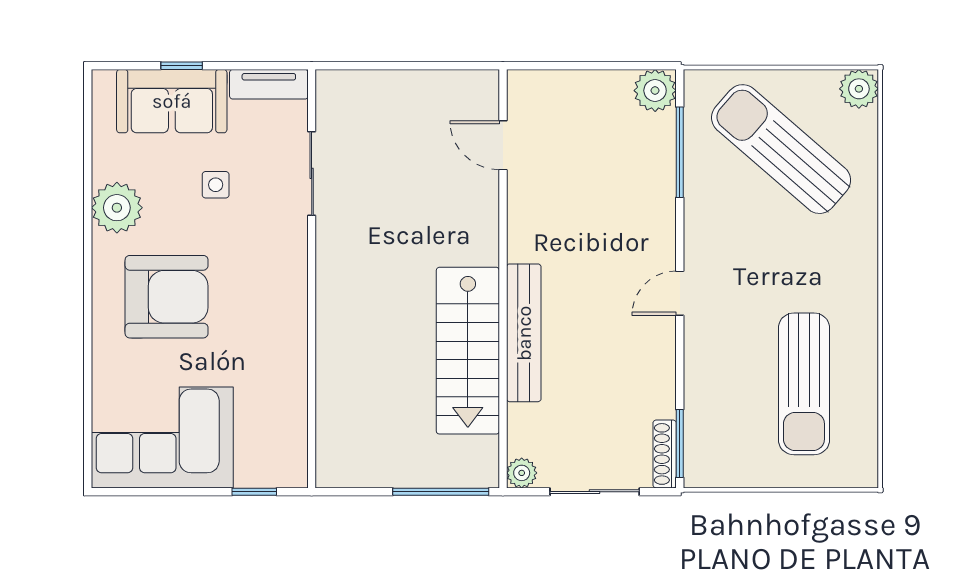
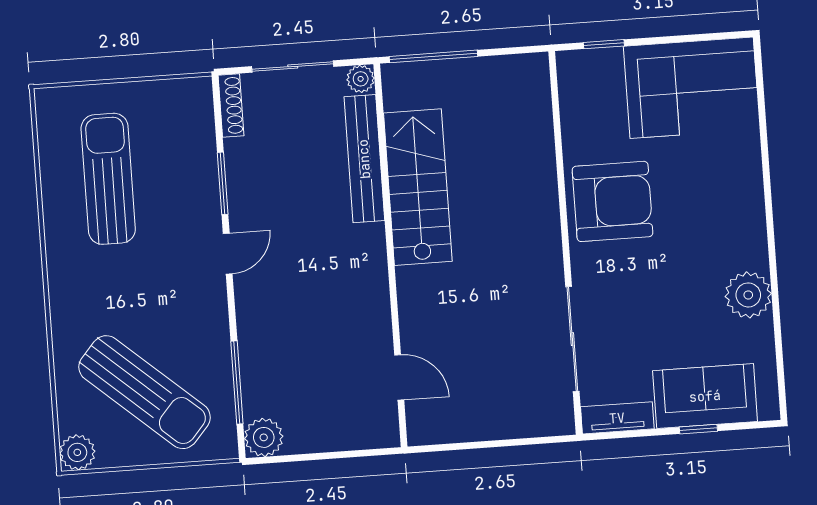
sliding door: (312, 173) -> (572, 339), width x1.37
side table: (216, 185) -> (659, 322), removed
armchair: (167, 297) -> (613, 201), moved, turned 180
bench: (524, 333) -> (364, 159), moved
window: (680, 443) -> (223, 183), moved

